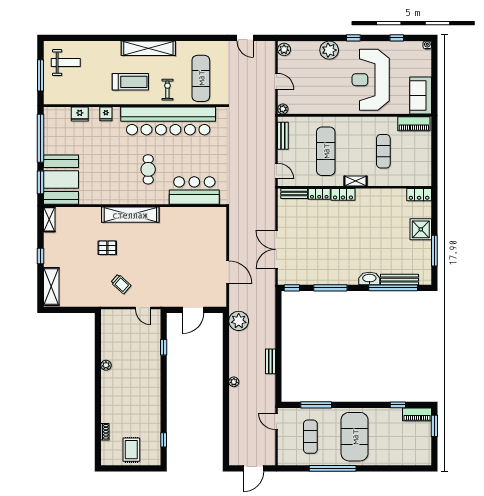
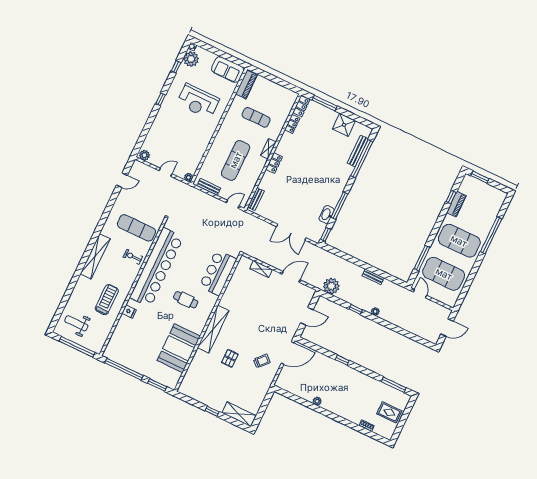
plant: (329, 50) -> (191, 59), moved
weight bench: (66, 63) -> (76, 323), turned -90
window: (40, 75) -> (77, 347), width x1.46
reception desk: (371, 80) -> (198, 101), width x0.74, depth x0.77
treadmill: (130, 82) -> (107, 300), moved
fridge: (80, 114) -> (120, 331), removed
exercise mat: (326, 151) -> (236, 160), turned 90
booth: (61, 180) -> (179, 348), moved, turned 90
locker: (319, 194) -> (292, 124), moved
shelving: (49, 219) -> (261, 269), moved
shower: (421, 229) -> (344, 125), moved
window: (434, 251) -> (324, 103), moved
washbasin: (369, 278) -> (327, 214), moved
door: (143, 308) -> (288, 353), width x1.88
door: (193, 310) -> (307, 316), hinge flipped
window: (164, 347) -> (342, 360), moved
window: (226, 359) -> (356, 309), added
piano: (417, 414) -> (456, 204), moved
door: (276, 421) -> (420, 294), swing flipped
exercise mat: (310, 437) -> (444, 274), width x2.00, depth x1.45
window: (164, 440) -> (394, 385), width x2.17
door: (253, 468) -> (447, 328), hinge flipped
window: (333, 468) -> (491, 235), moved

